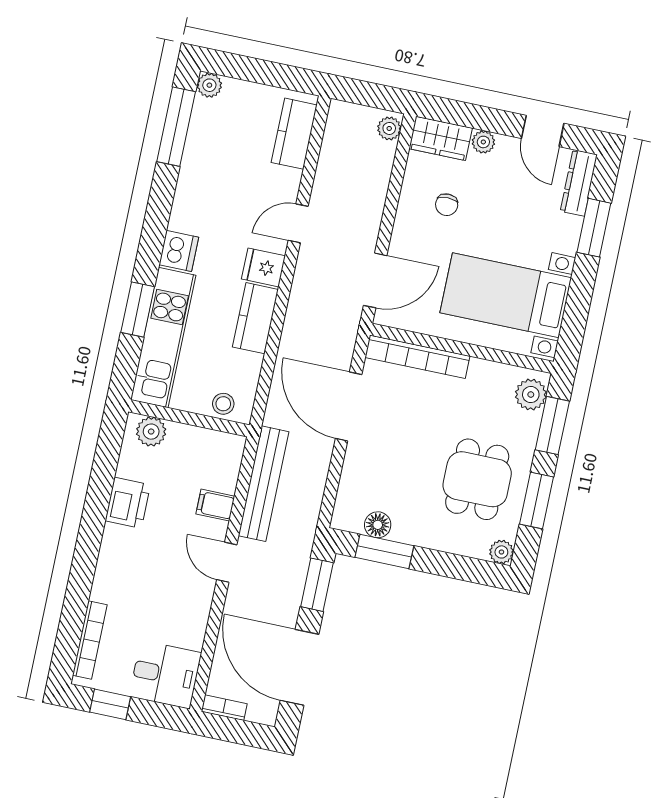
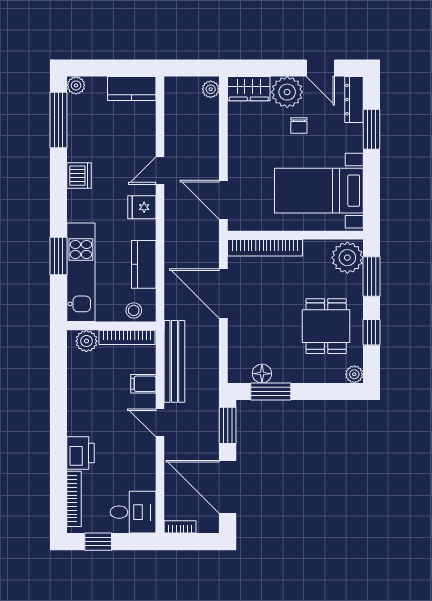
kitchen counter: (294, 134) -> (132, 88), moved, turned -90
plant: (483, 142) -> (287, 92), width x1.87, depth x1.87
chair: (447, 205) -> (299, 126), moved
dishwasher: (179, 251) -> (79, 176), moved
door: (375, 280) -> (223, 200), swing flipped
kitchen counter: (255, 318) -> (144, 264), moved
plant: (531, 395) -> (347, 258), width x1.36, depth x1.36
bookcase: (207, 438) -> (127, 337), added
window: (536, 500) -> (371, 332), width x0.67
printer: (128, 503) -> (81, 453), moved

